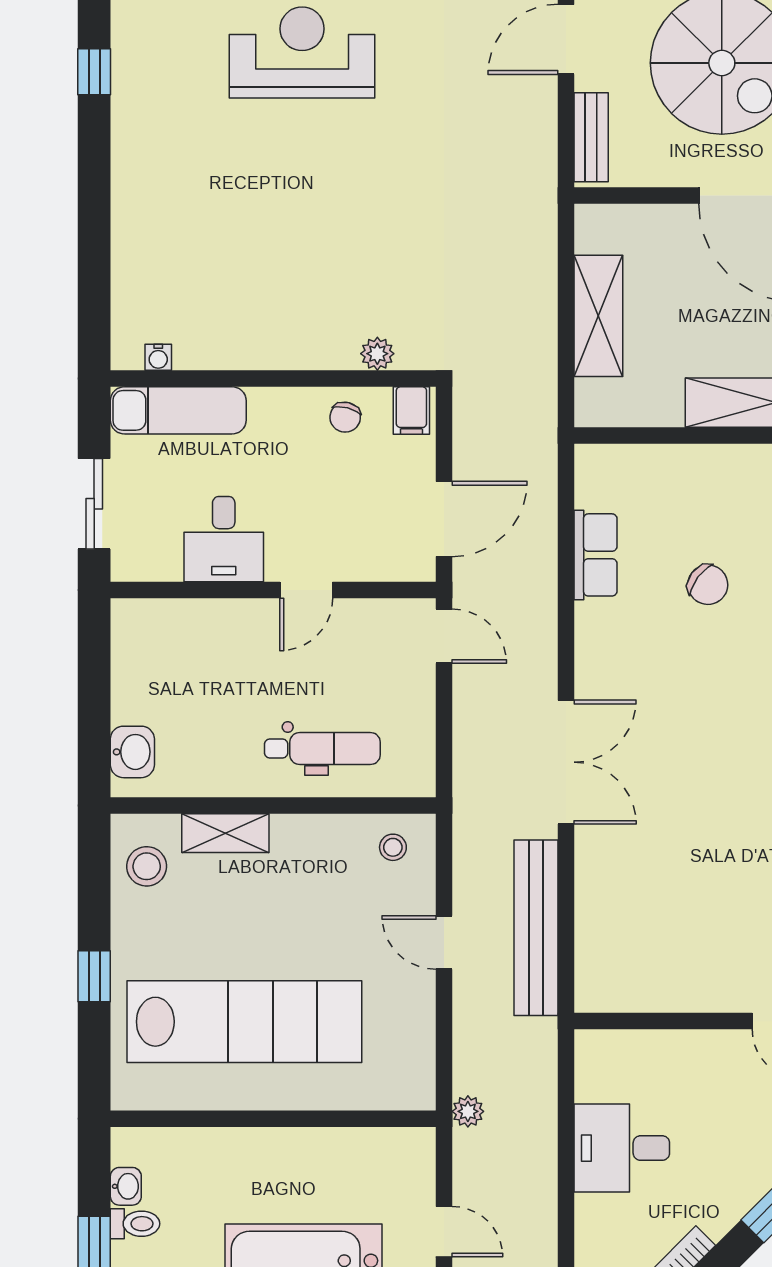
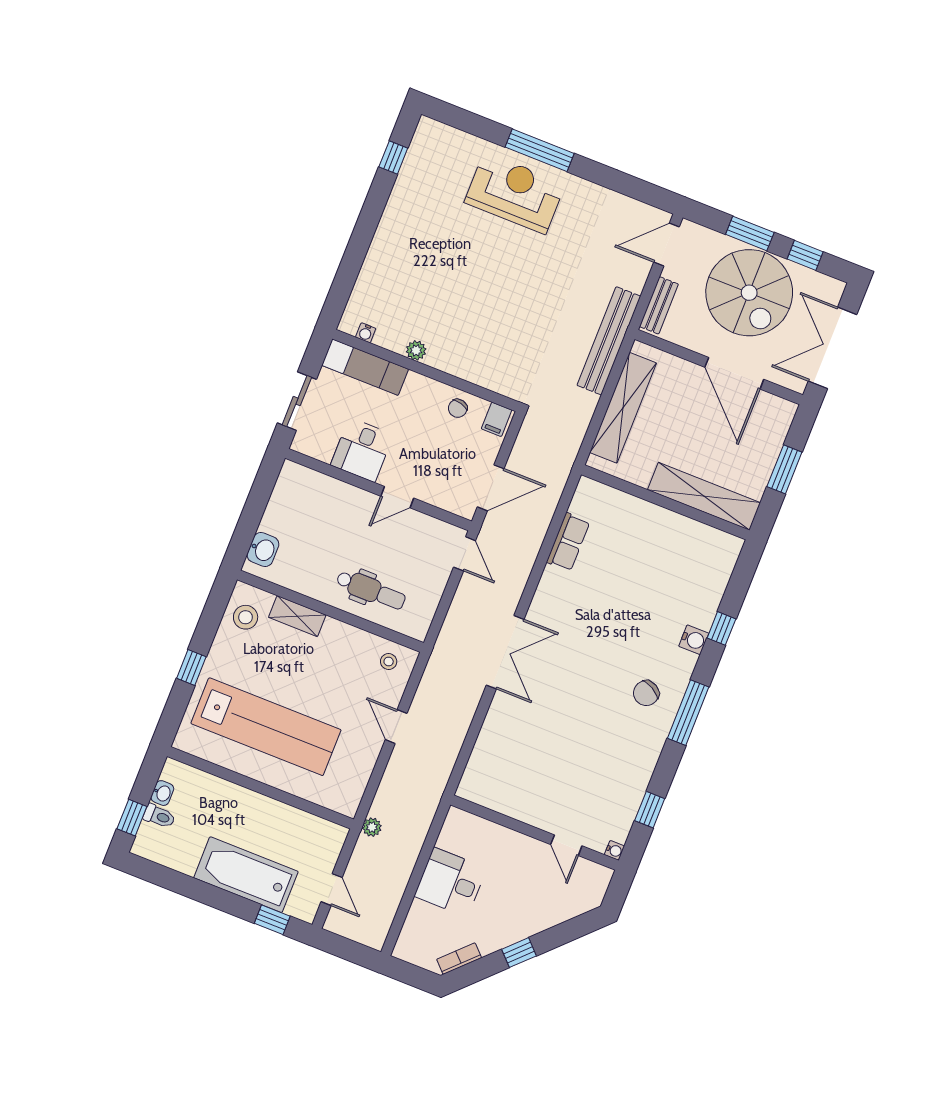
shelving: (598, 316) -> (623, 408), width x1.47
plant: (377, 354) -> (416, 350), moved
chair: (708, 585) -> (625, 584), removed
bench: (536, 928) -> (609, 341), moved

